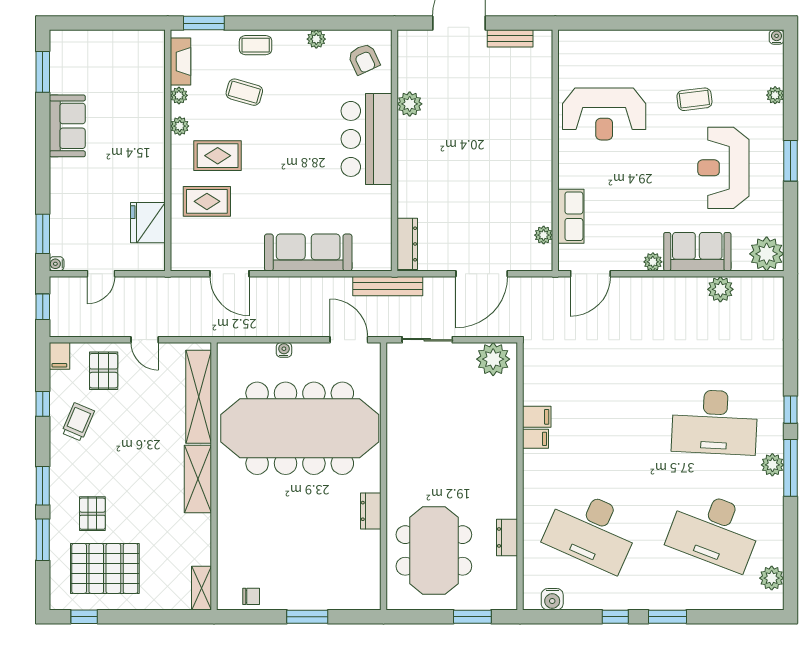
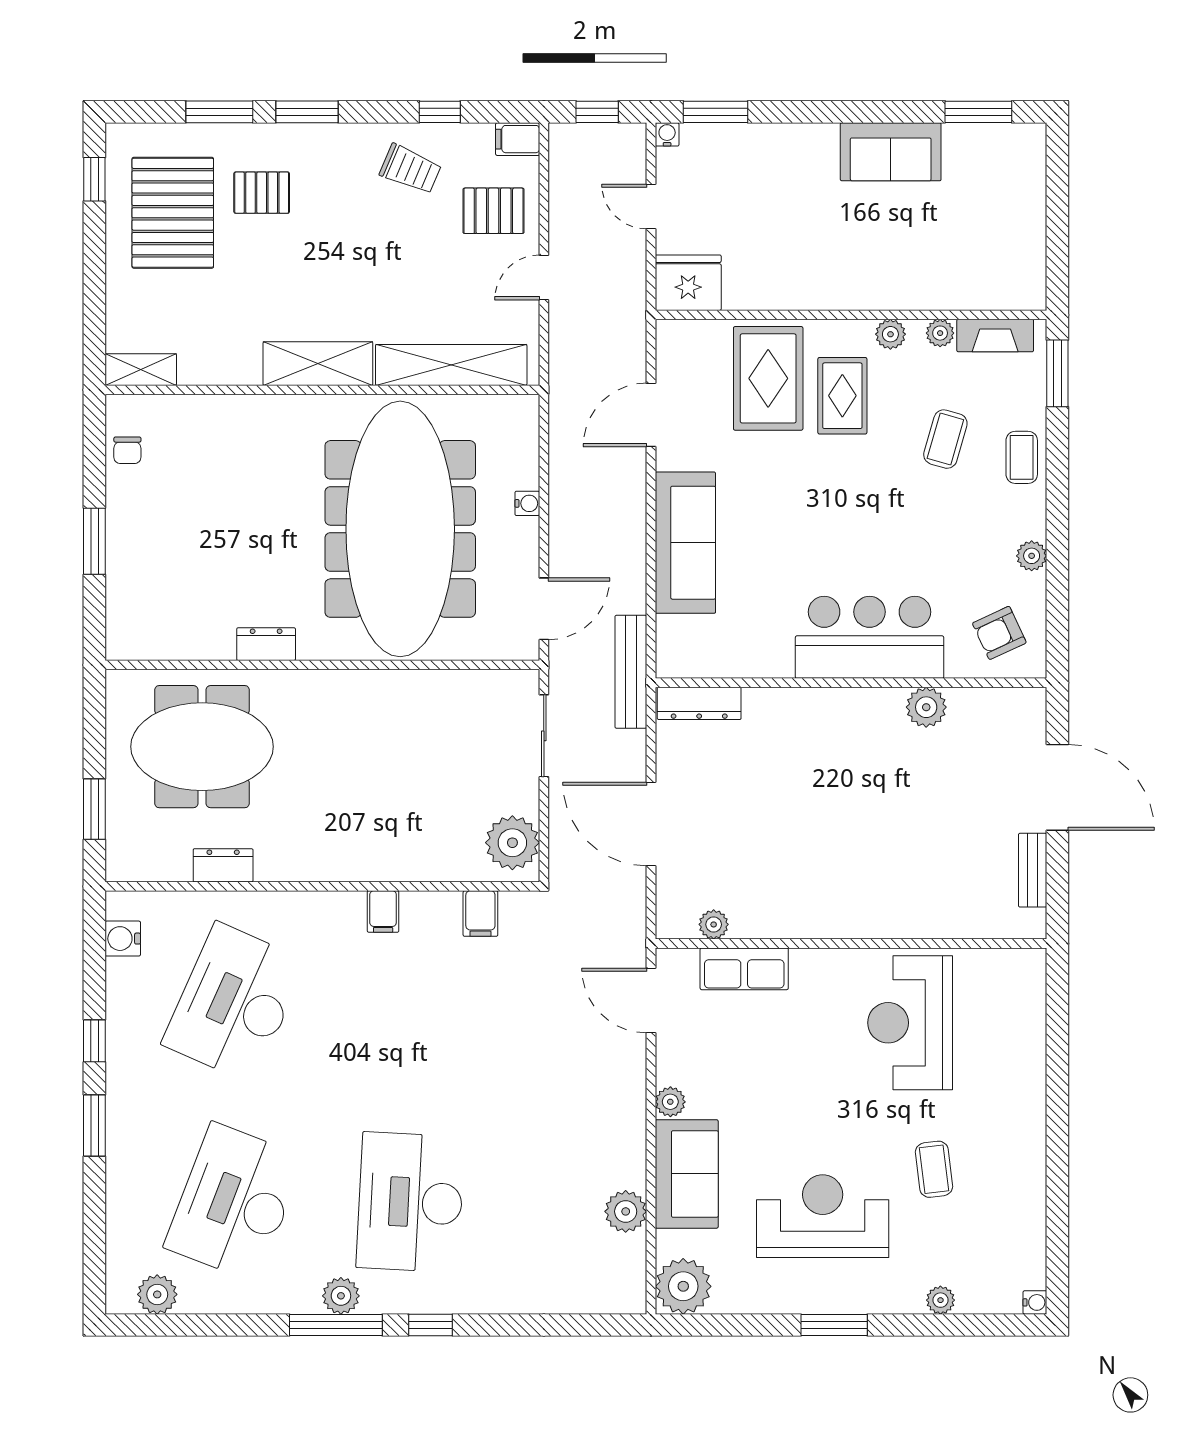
rug: (207, 201) -> (768, 378), width x1.36, depth x1.43
fridge: (148, 223) -> (688, 283), moved
filing cabinet: (537, 417) -> (480, 914), moved

